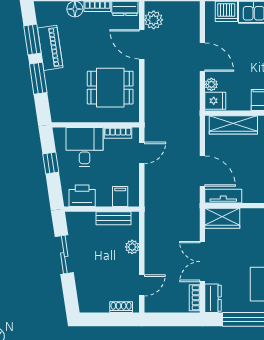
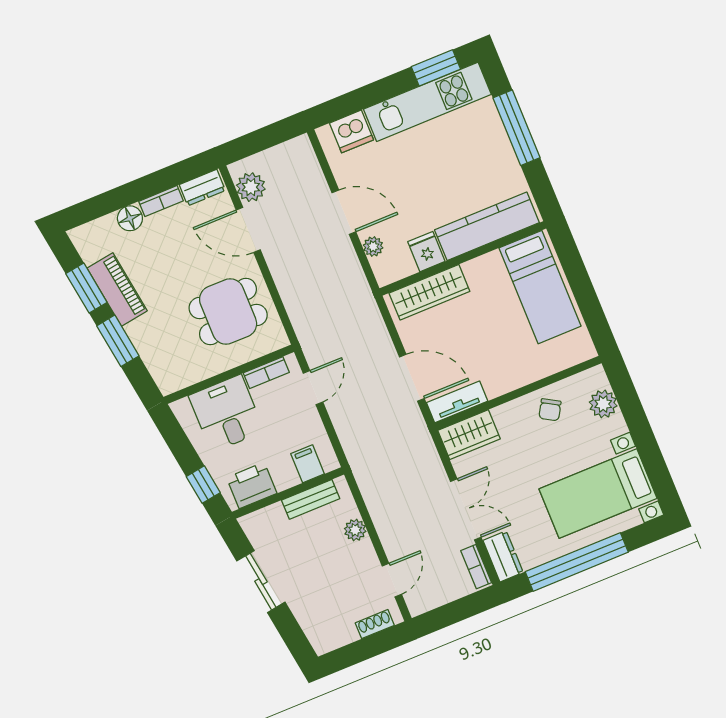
fridge: (215, 101) -> (426, 252), moved, turned -90
window: (51, 163) -> (203, 485), moved
double door: (202, 262) -> (466, 509), swing flipped

